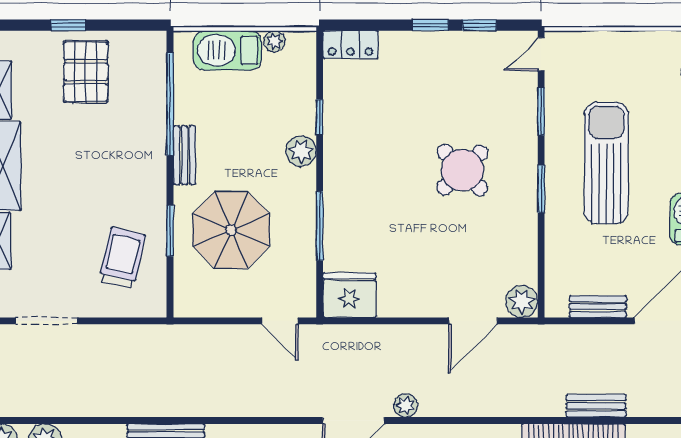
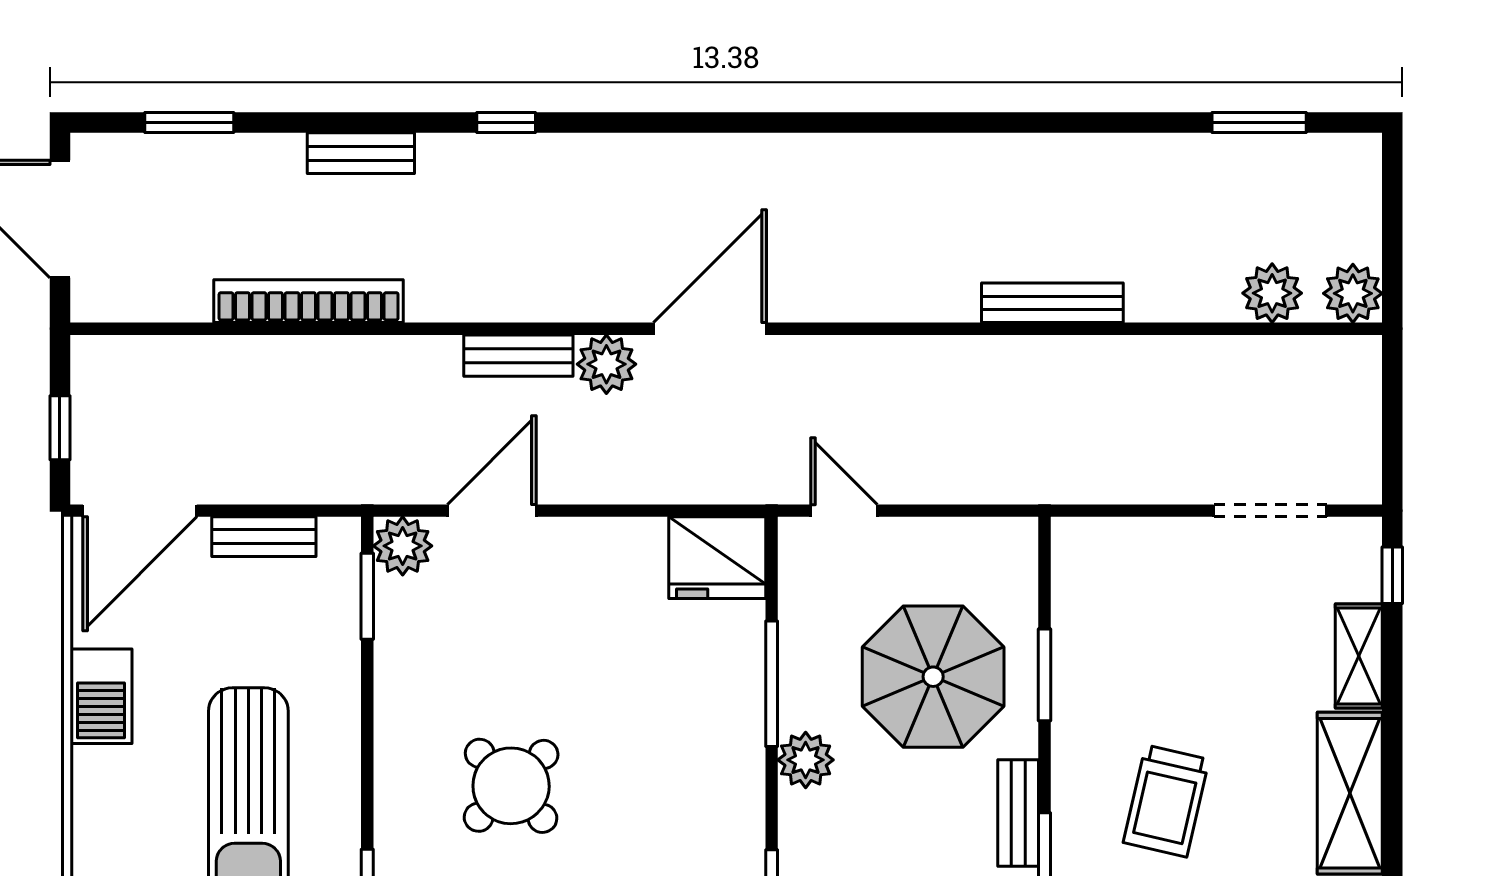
plant: (301, 151) -> (806, 760), moved
window: (541, 189) -> (367, 596), moved
trolley: (122, 258) -> (1166, 801), moved
plant: (406, 405) -> (606, 364), width x1.38, depth x1.38
bench: (596, 406) -> (518, 356), moved

